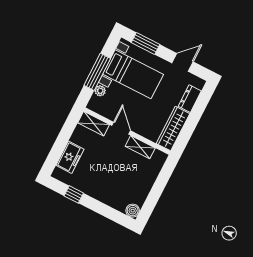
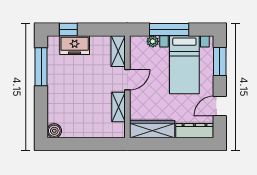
door: (183, 62) -> (220, 106), swing flipped
dresser: (190, 99) -> (195, 131), width x1.44
window: (54, 156) -> (68, 29), added
window: (74, 194) -> (41, 67), width x2.17

